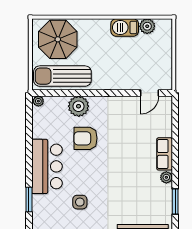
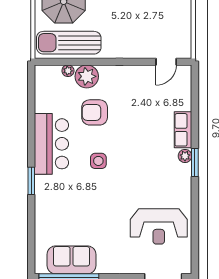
plant: (38, 101) -> (68, 71), moved
side table: (80, 202) -> (98, 161), moved
window: (175, 202) -> (195, 162), moved

